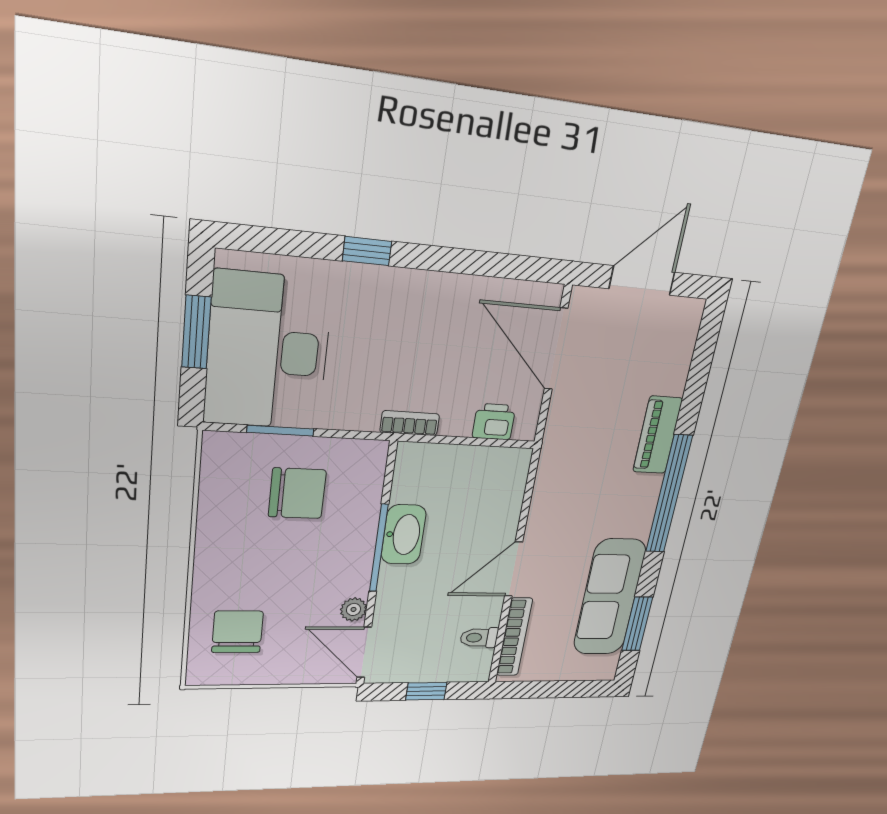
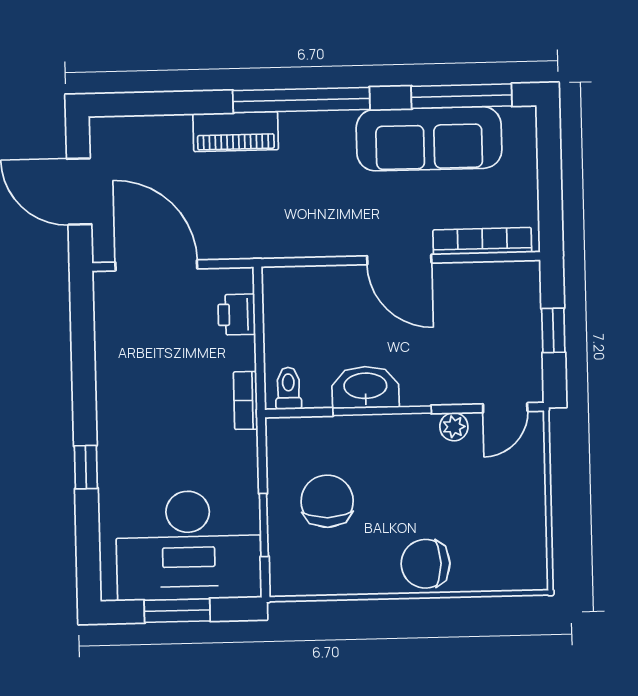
door: (556, 349) -> (156, 265), swing flipped
window: (637, 624) -> (462, 96), width x1.44
chair: (237, 632) -> (426, 564), moved
toilet: (479, 638) -> (288, 388), moved, turned 180
door: (364, 652) -> (505, 408), width x0.73

